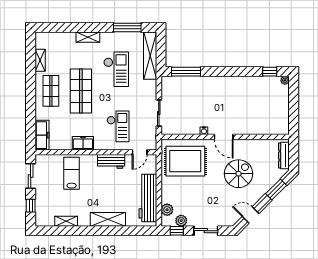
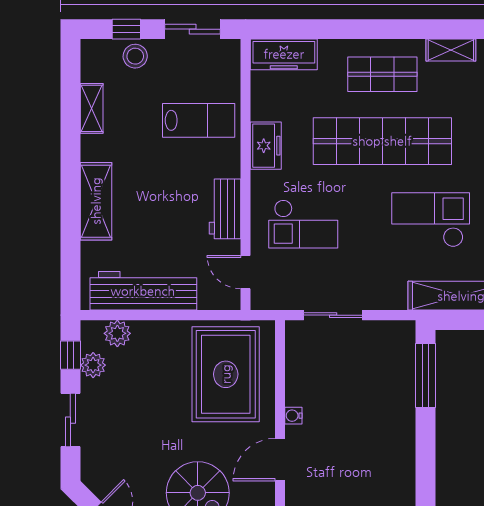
checkout: (116, 69) -> (431, 220), turned 180
shop shelf: (81, 91) -> (382, 141), width x1.40
stool: (43, 202) -> (135, 56), added

